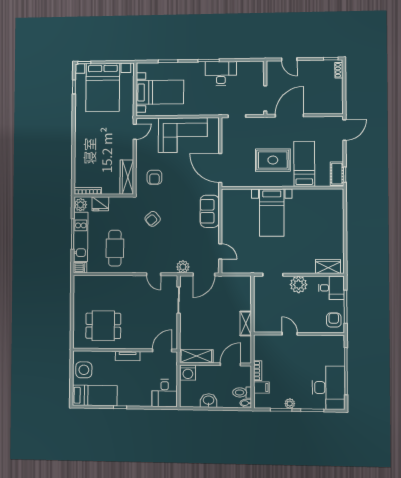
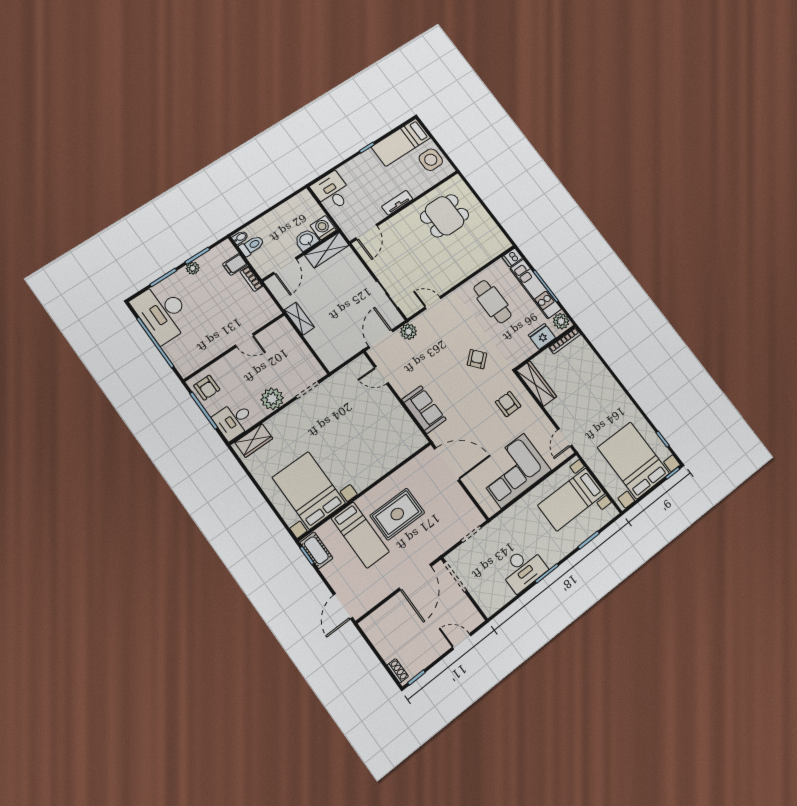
bed with nightstands: (272, 213) -> (309, 490), moved, width x1.36
washbasin: (209, 401) -> (306, 240), moved, turned 180

